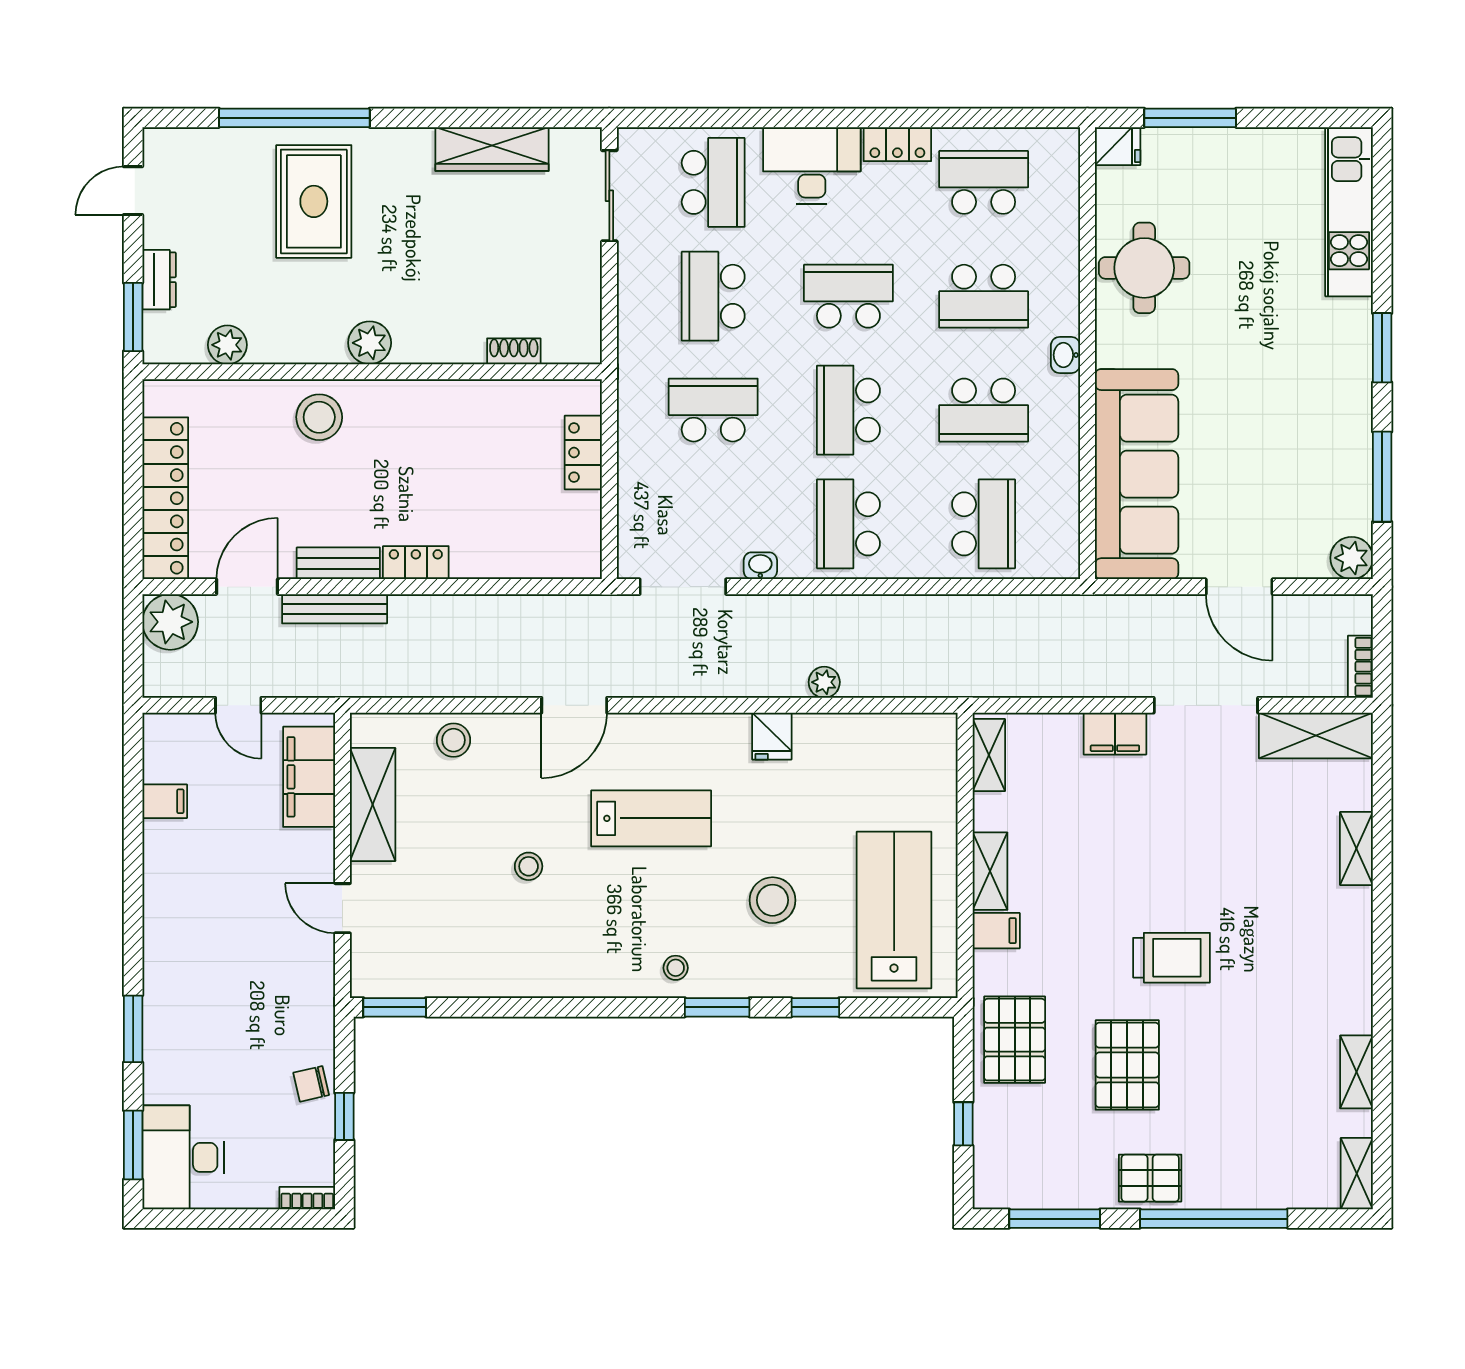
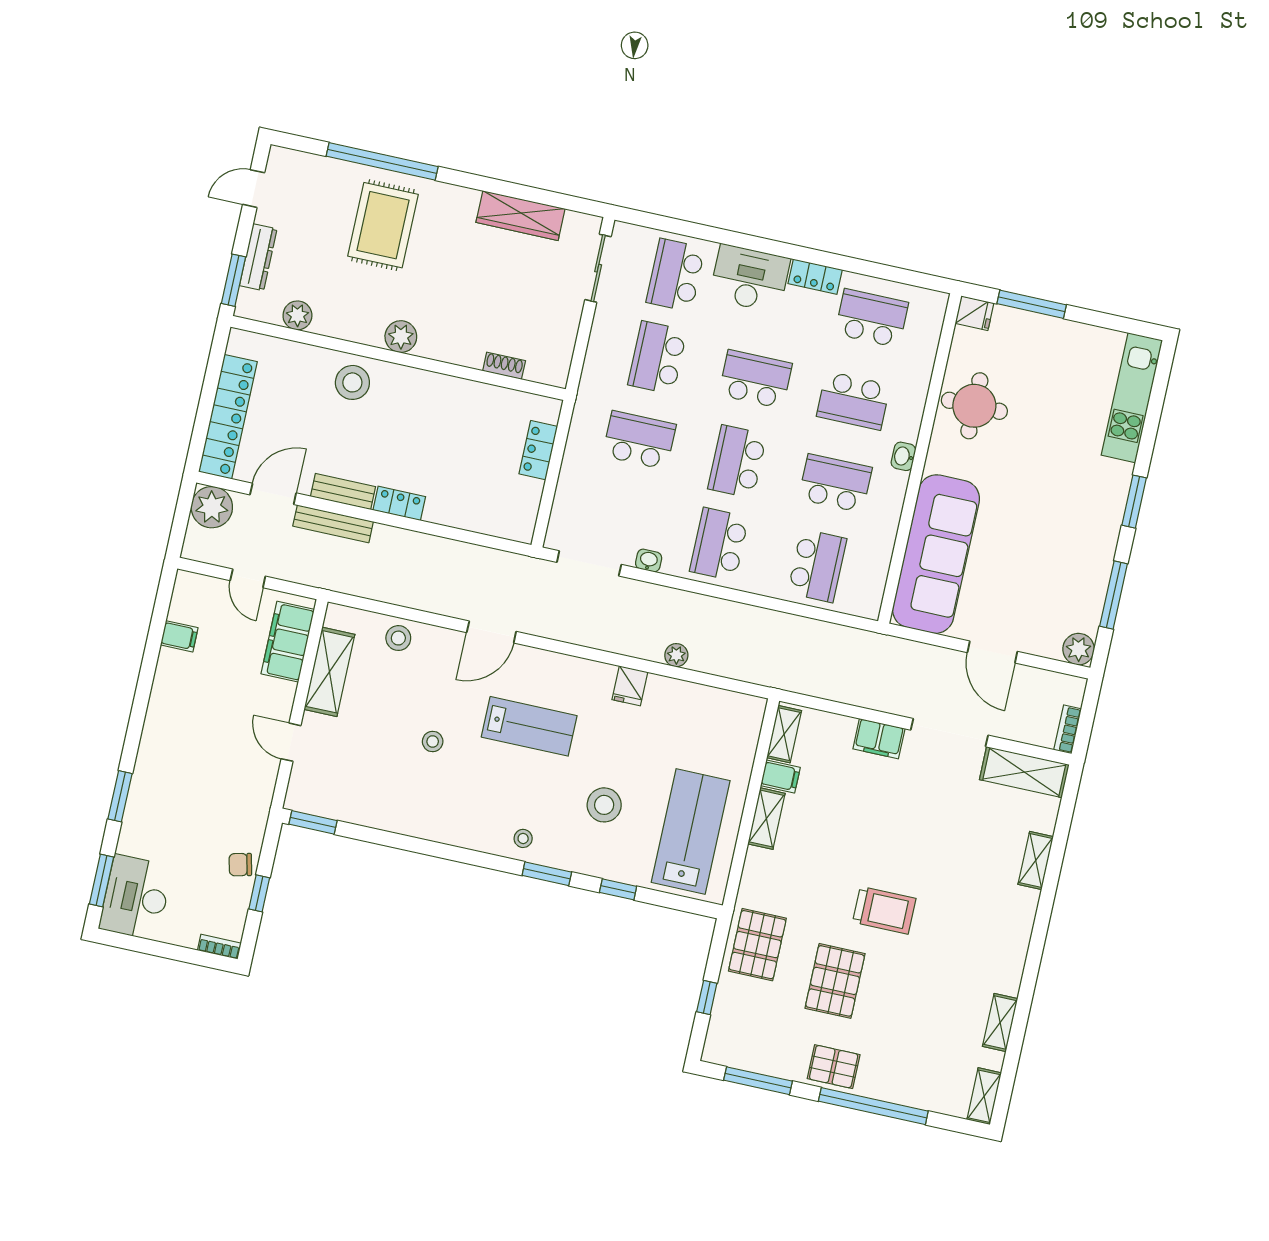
school desk: (713, 182) -> (676, 275), turned 180
dresser: (159, 280) -> (258, 257), width x1.44
school desk: (984, 410) -> (835, 483), turned 180
filing cabinet: (996, 931) -> (780, 776), moved

